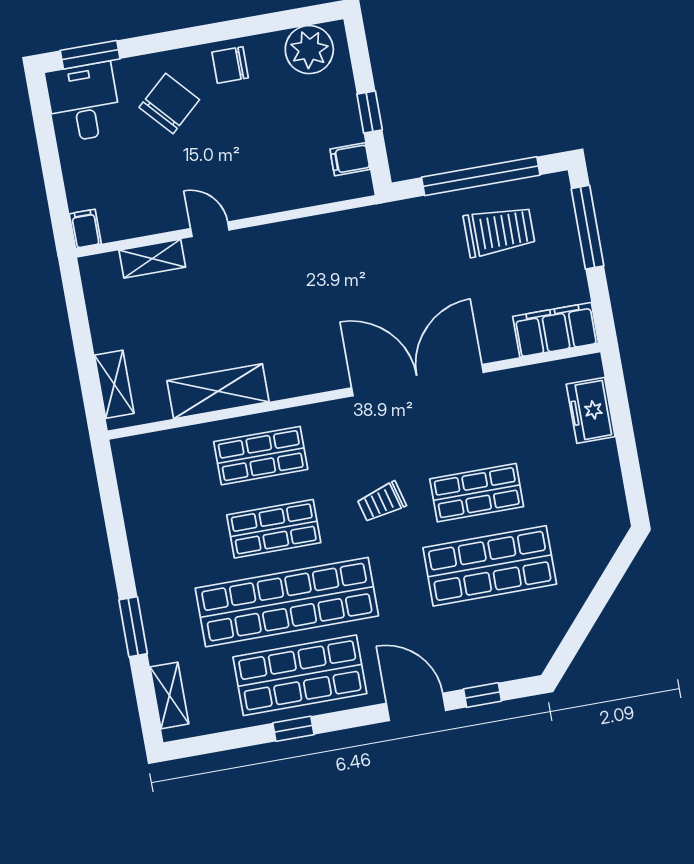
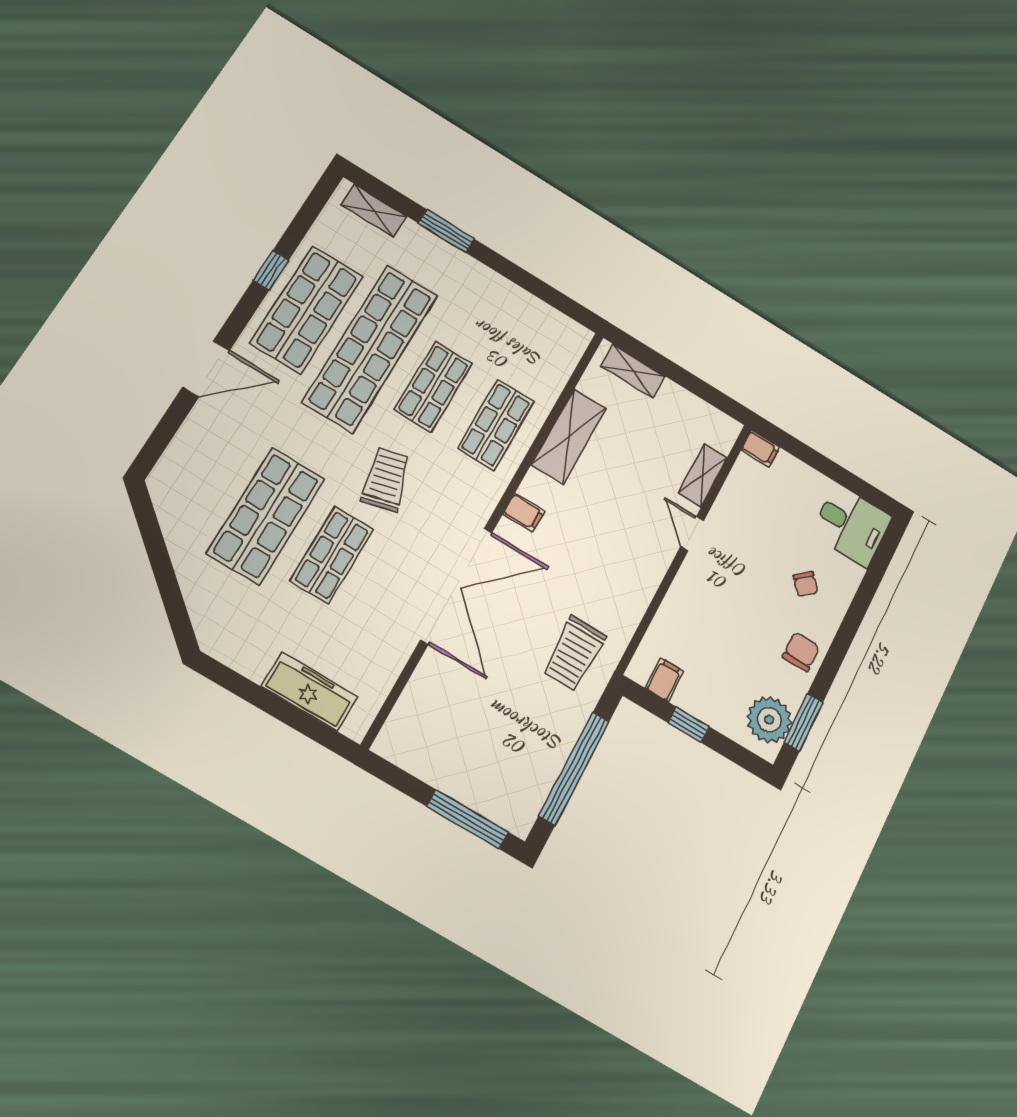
window: (90, 55) -> (804, 722), moved
chair: (169, 103) -> (806, 584), width x0.54, depth x0.54
door: (210, 229) -> (692, 534), swing flipped
trolley: (499, 231) -> (574, 653), moved
filing cabinet: (556, 330) -> (524, 512), moved, width x0.33, depth x0.86
freezer: (591, 410) -> (310, 692), width x1.40
trolley: (382, 502) -> (386, 480), width x1.36, depth x1.39
window: (482, 695) -> (170, 424), removed

